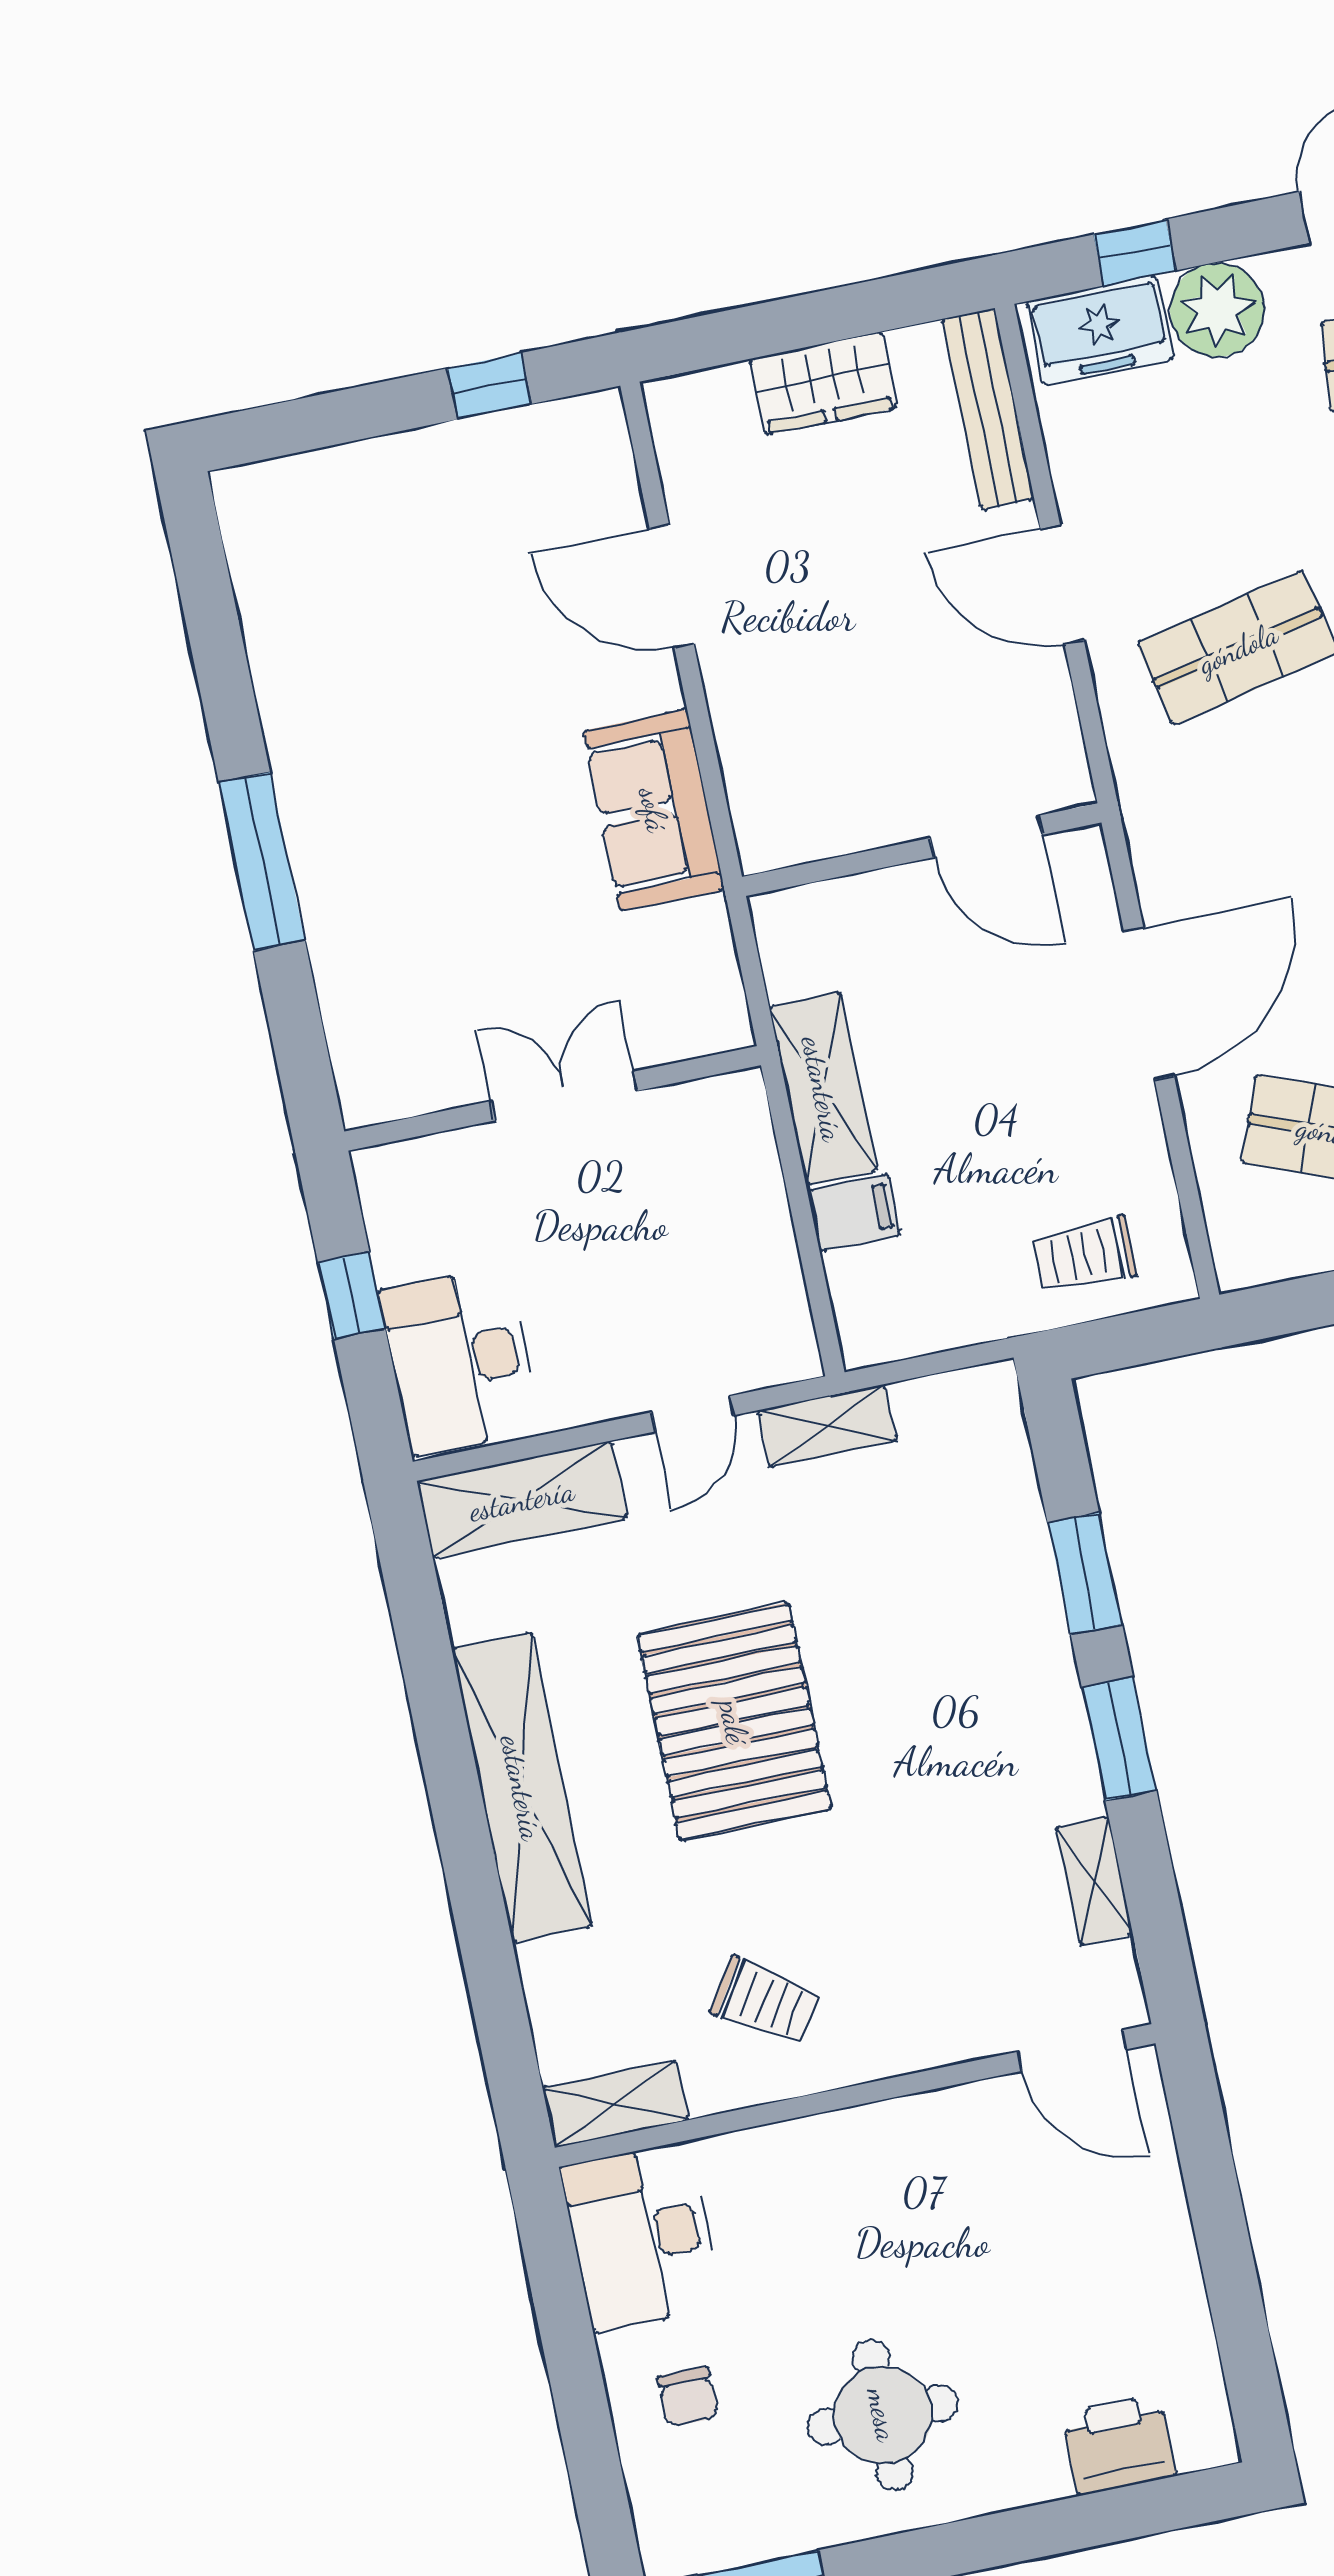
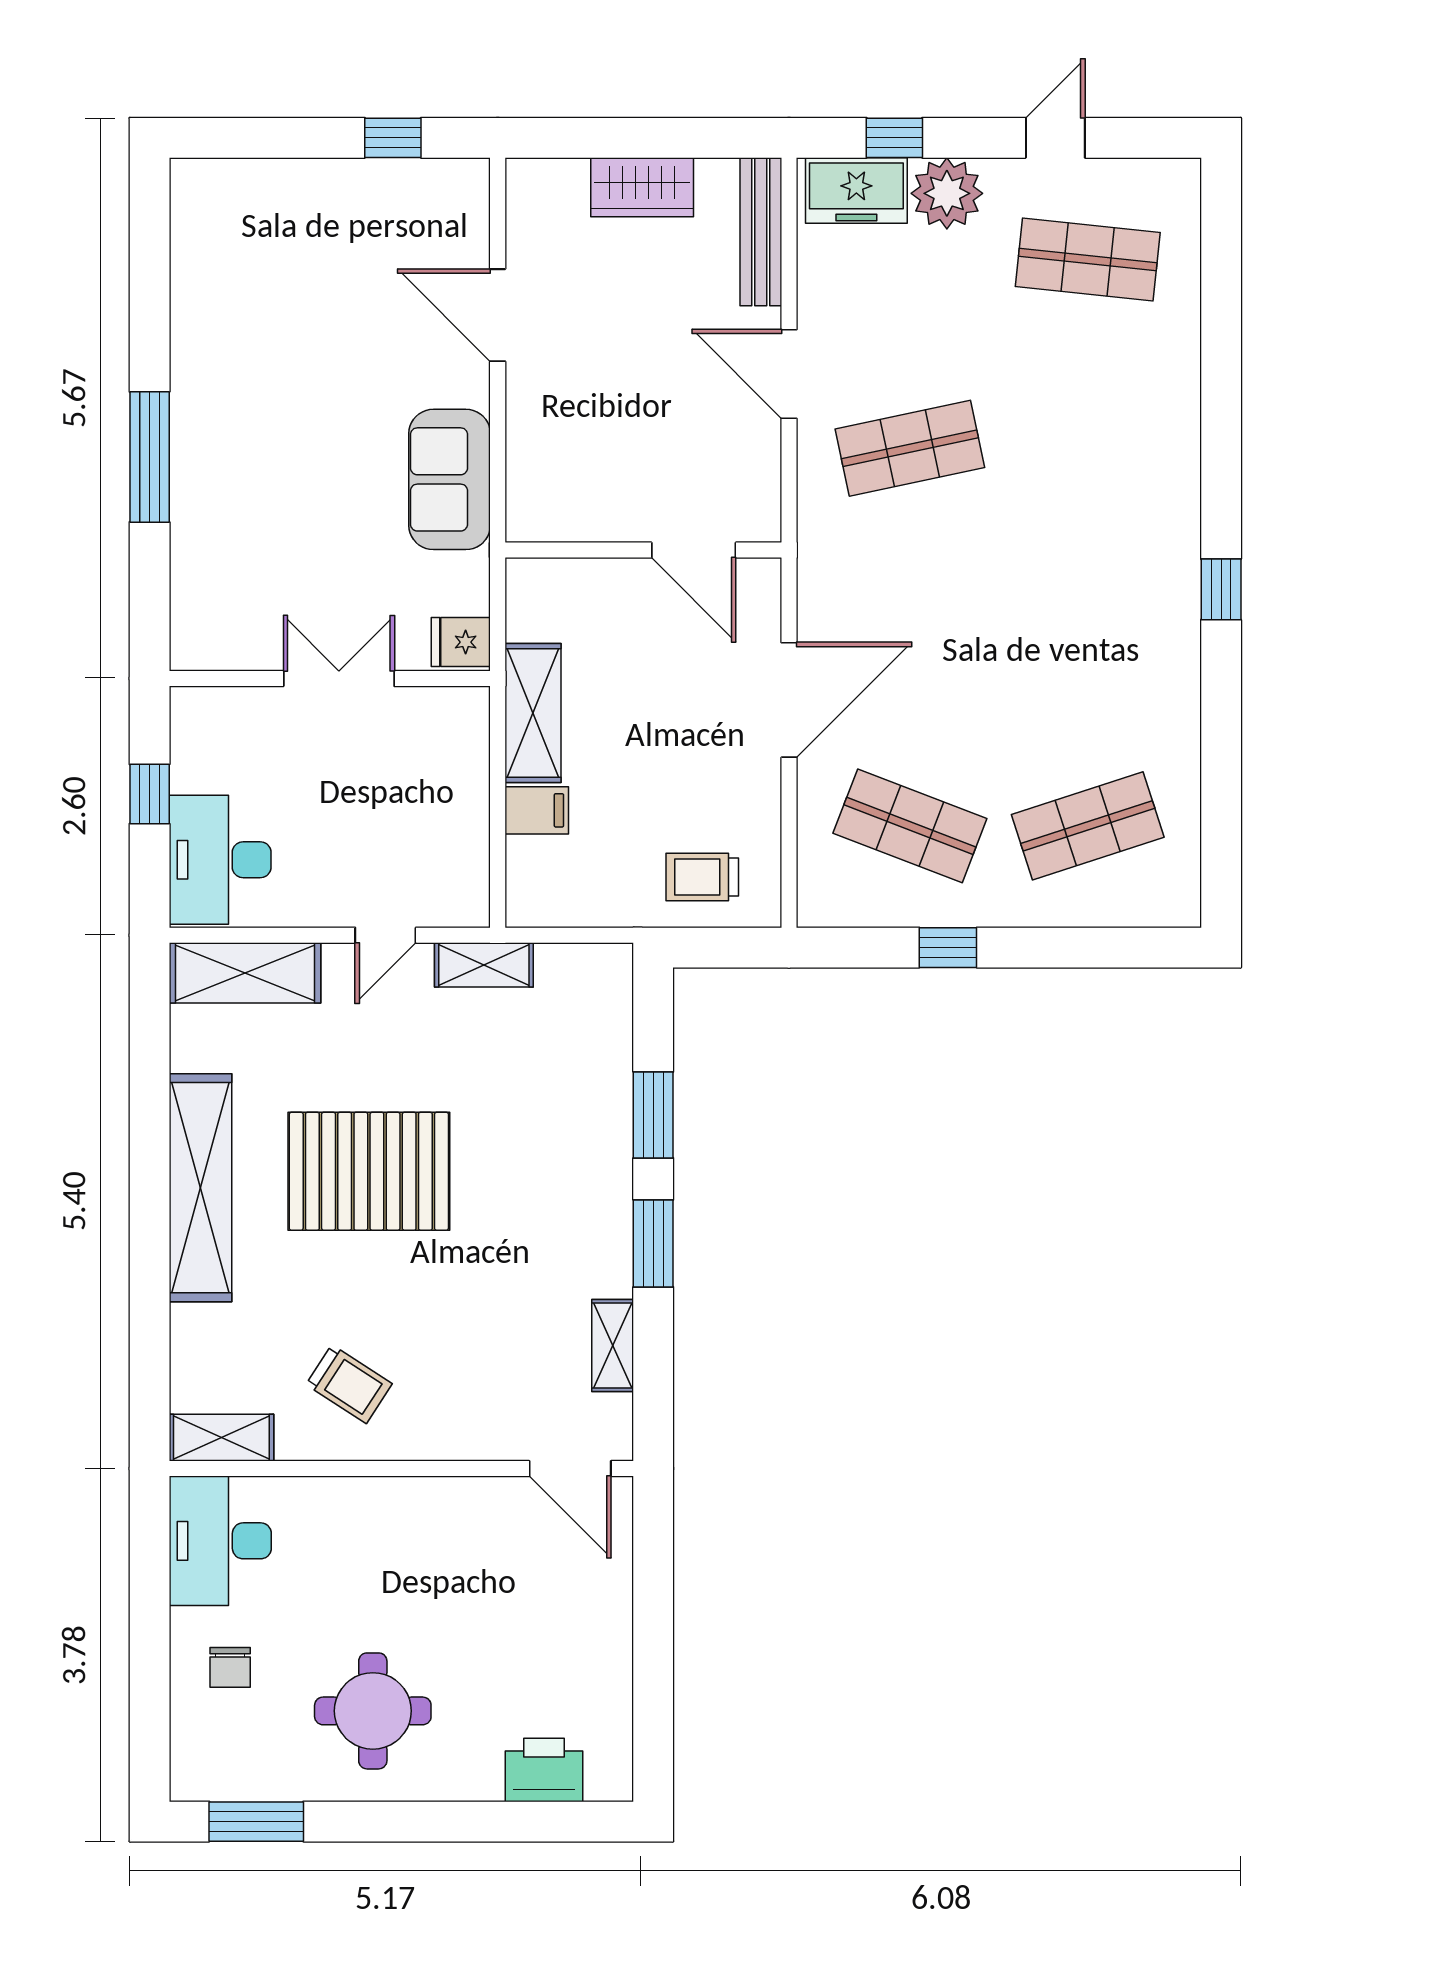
fridge: (712, 1017) -> (461, 642), added
pallet: (734, 1722) -> (369, 1171), turned 90

